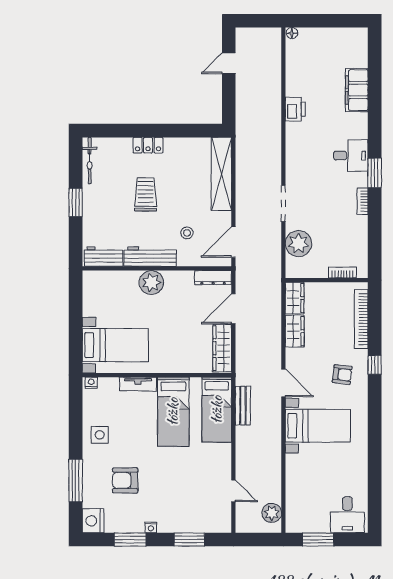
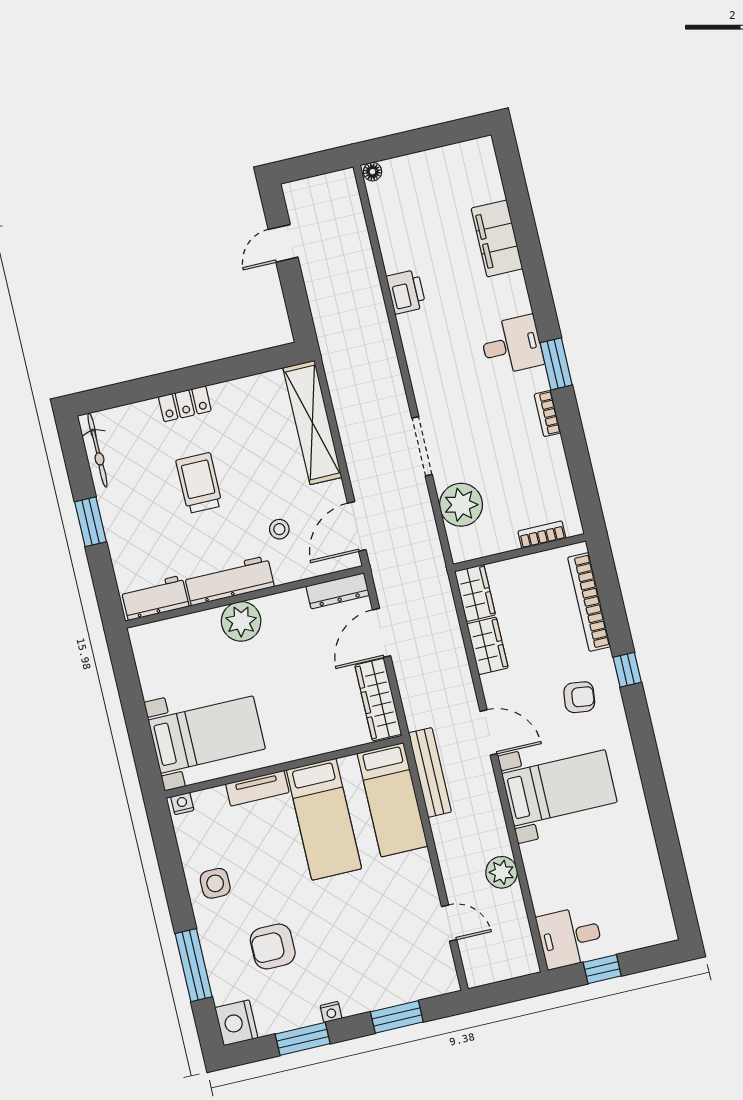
bench: (243, 406) -> (430, 772), width x1.36
plant: (272, 513) -> (502, 872), moved
desk: (347, 515) -> (570, 937), moved, turned 90
window: (318, 540) -> (602, 969), width x0.67

